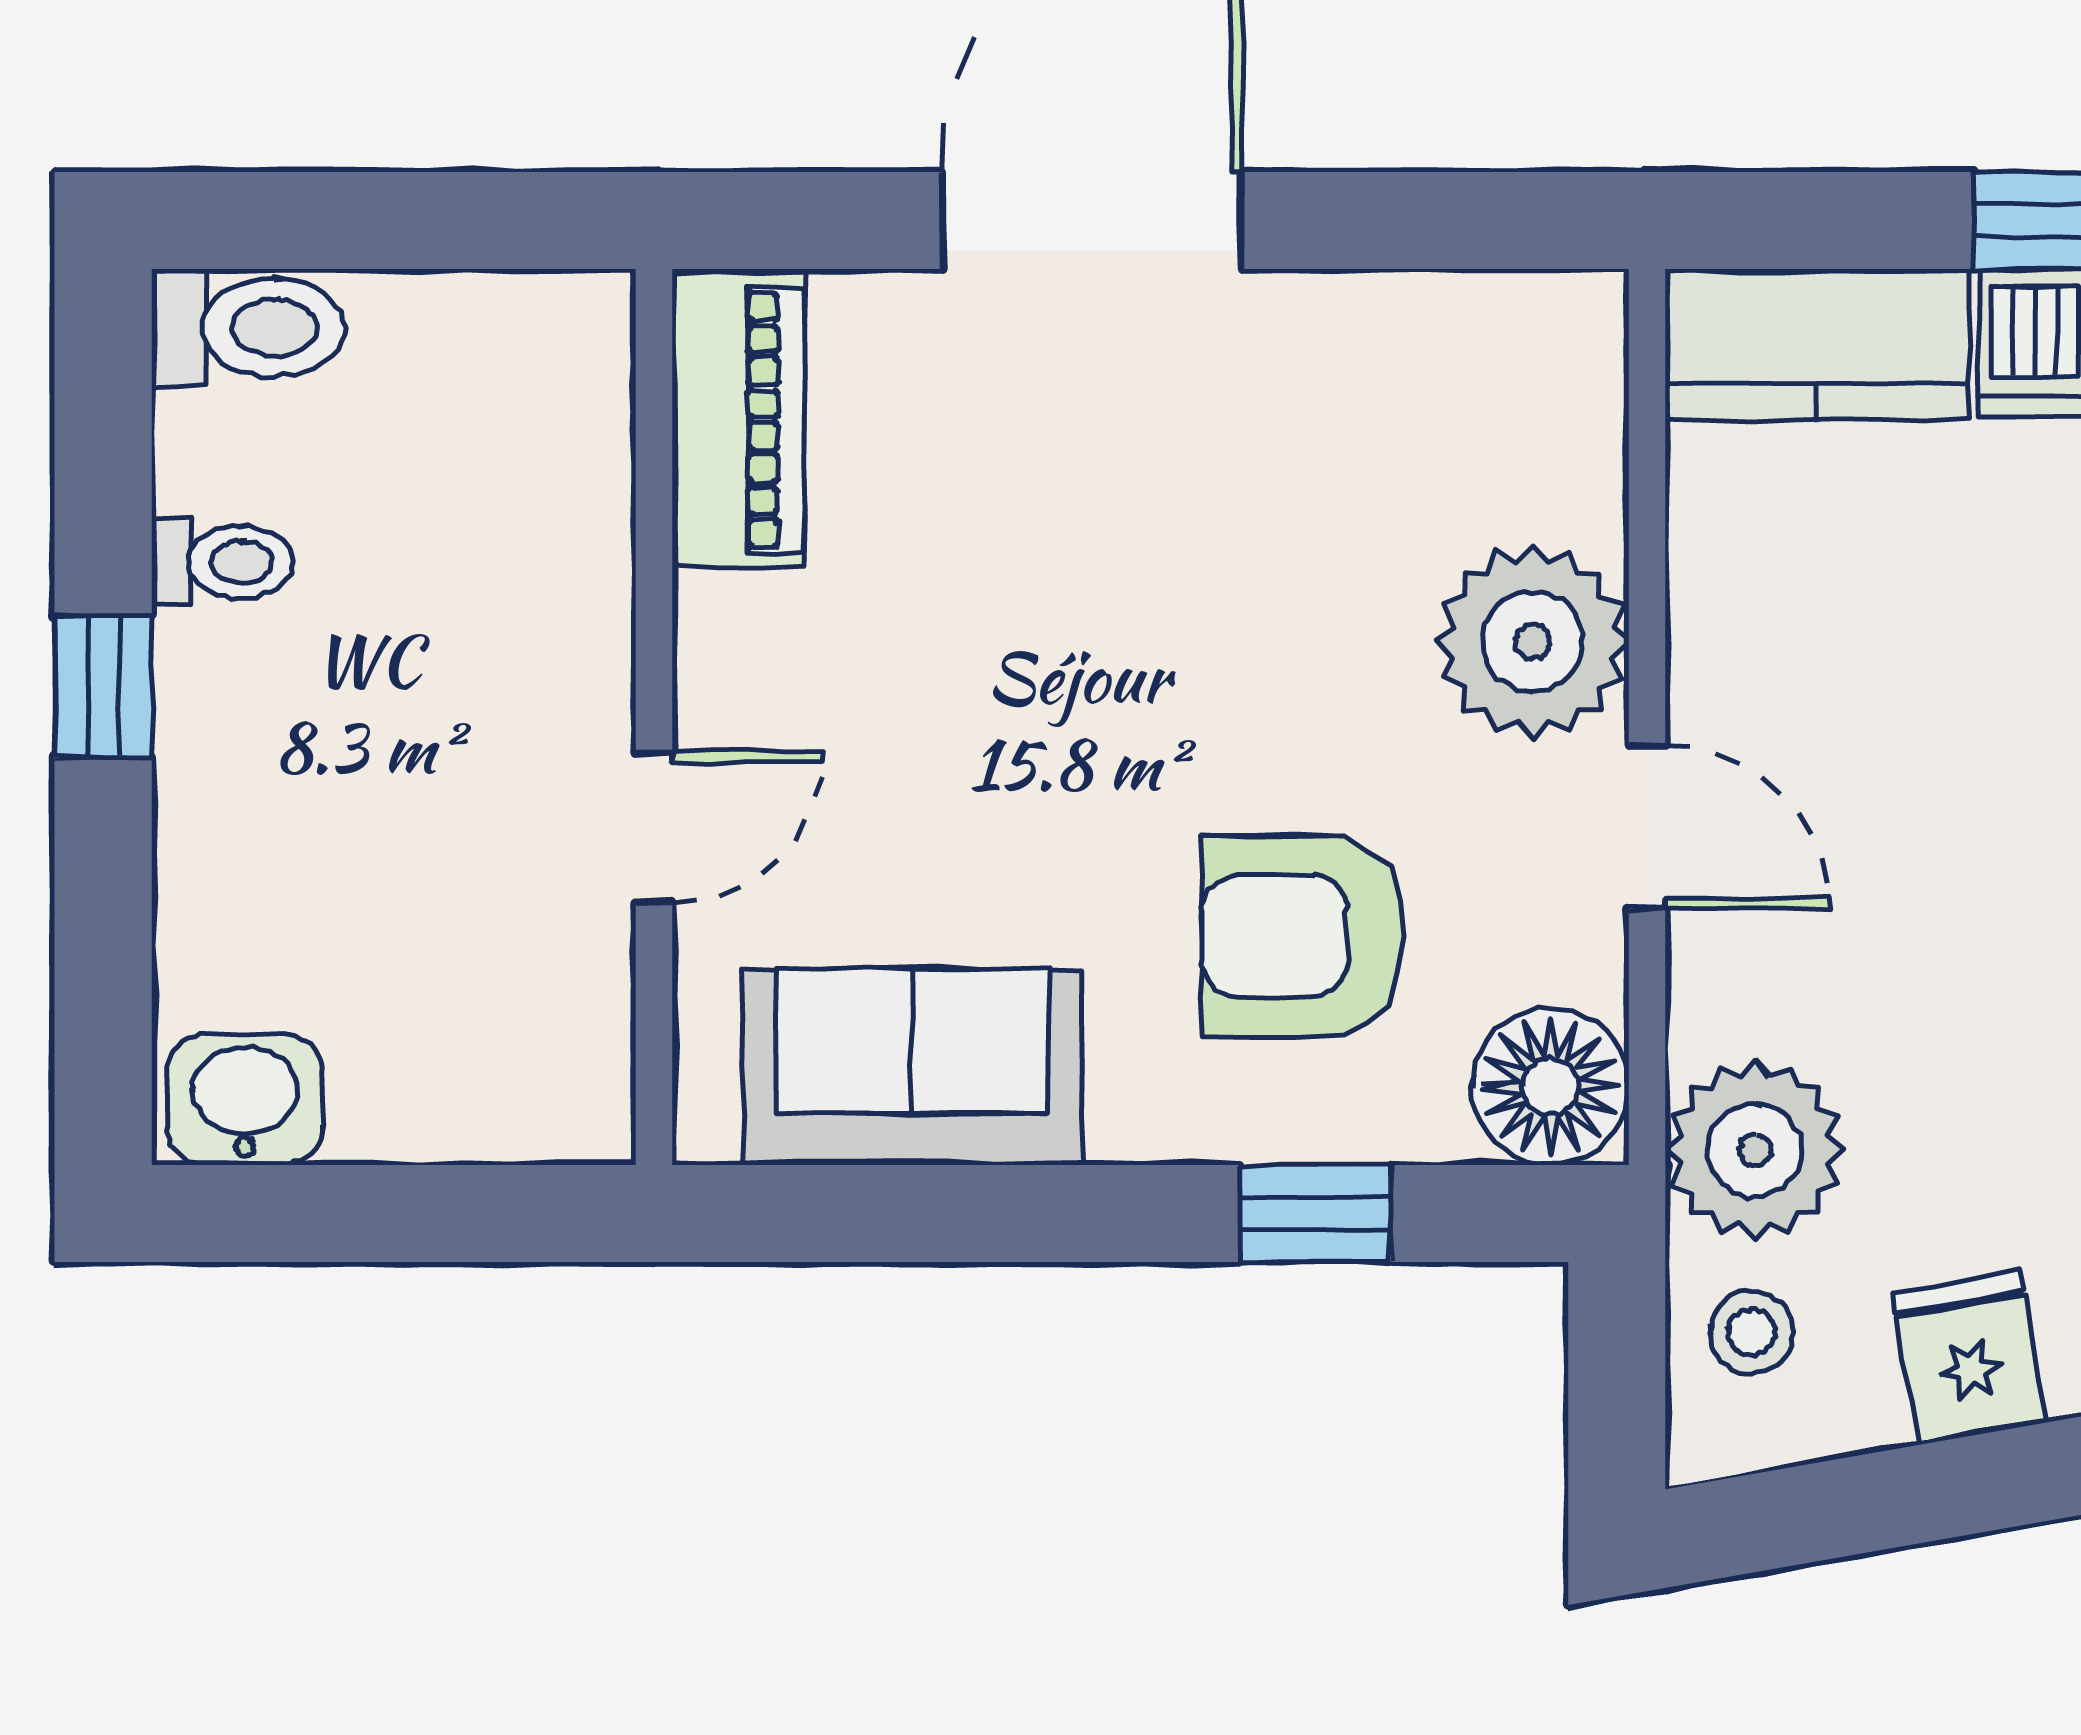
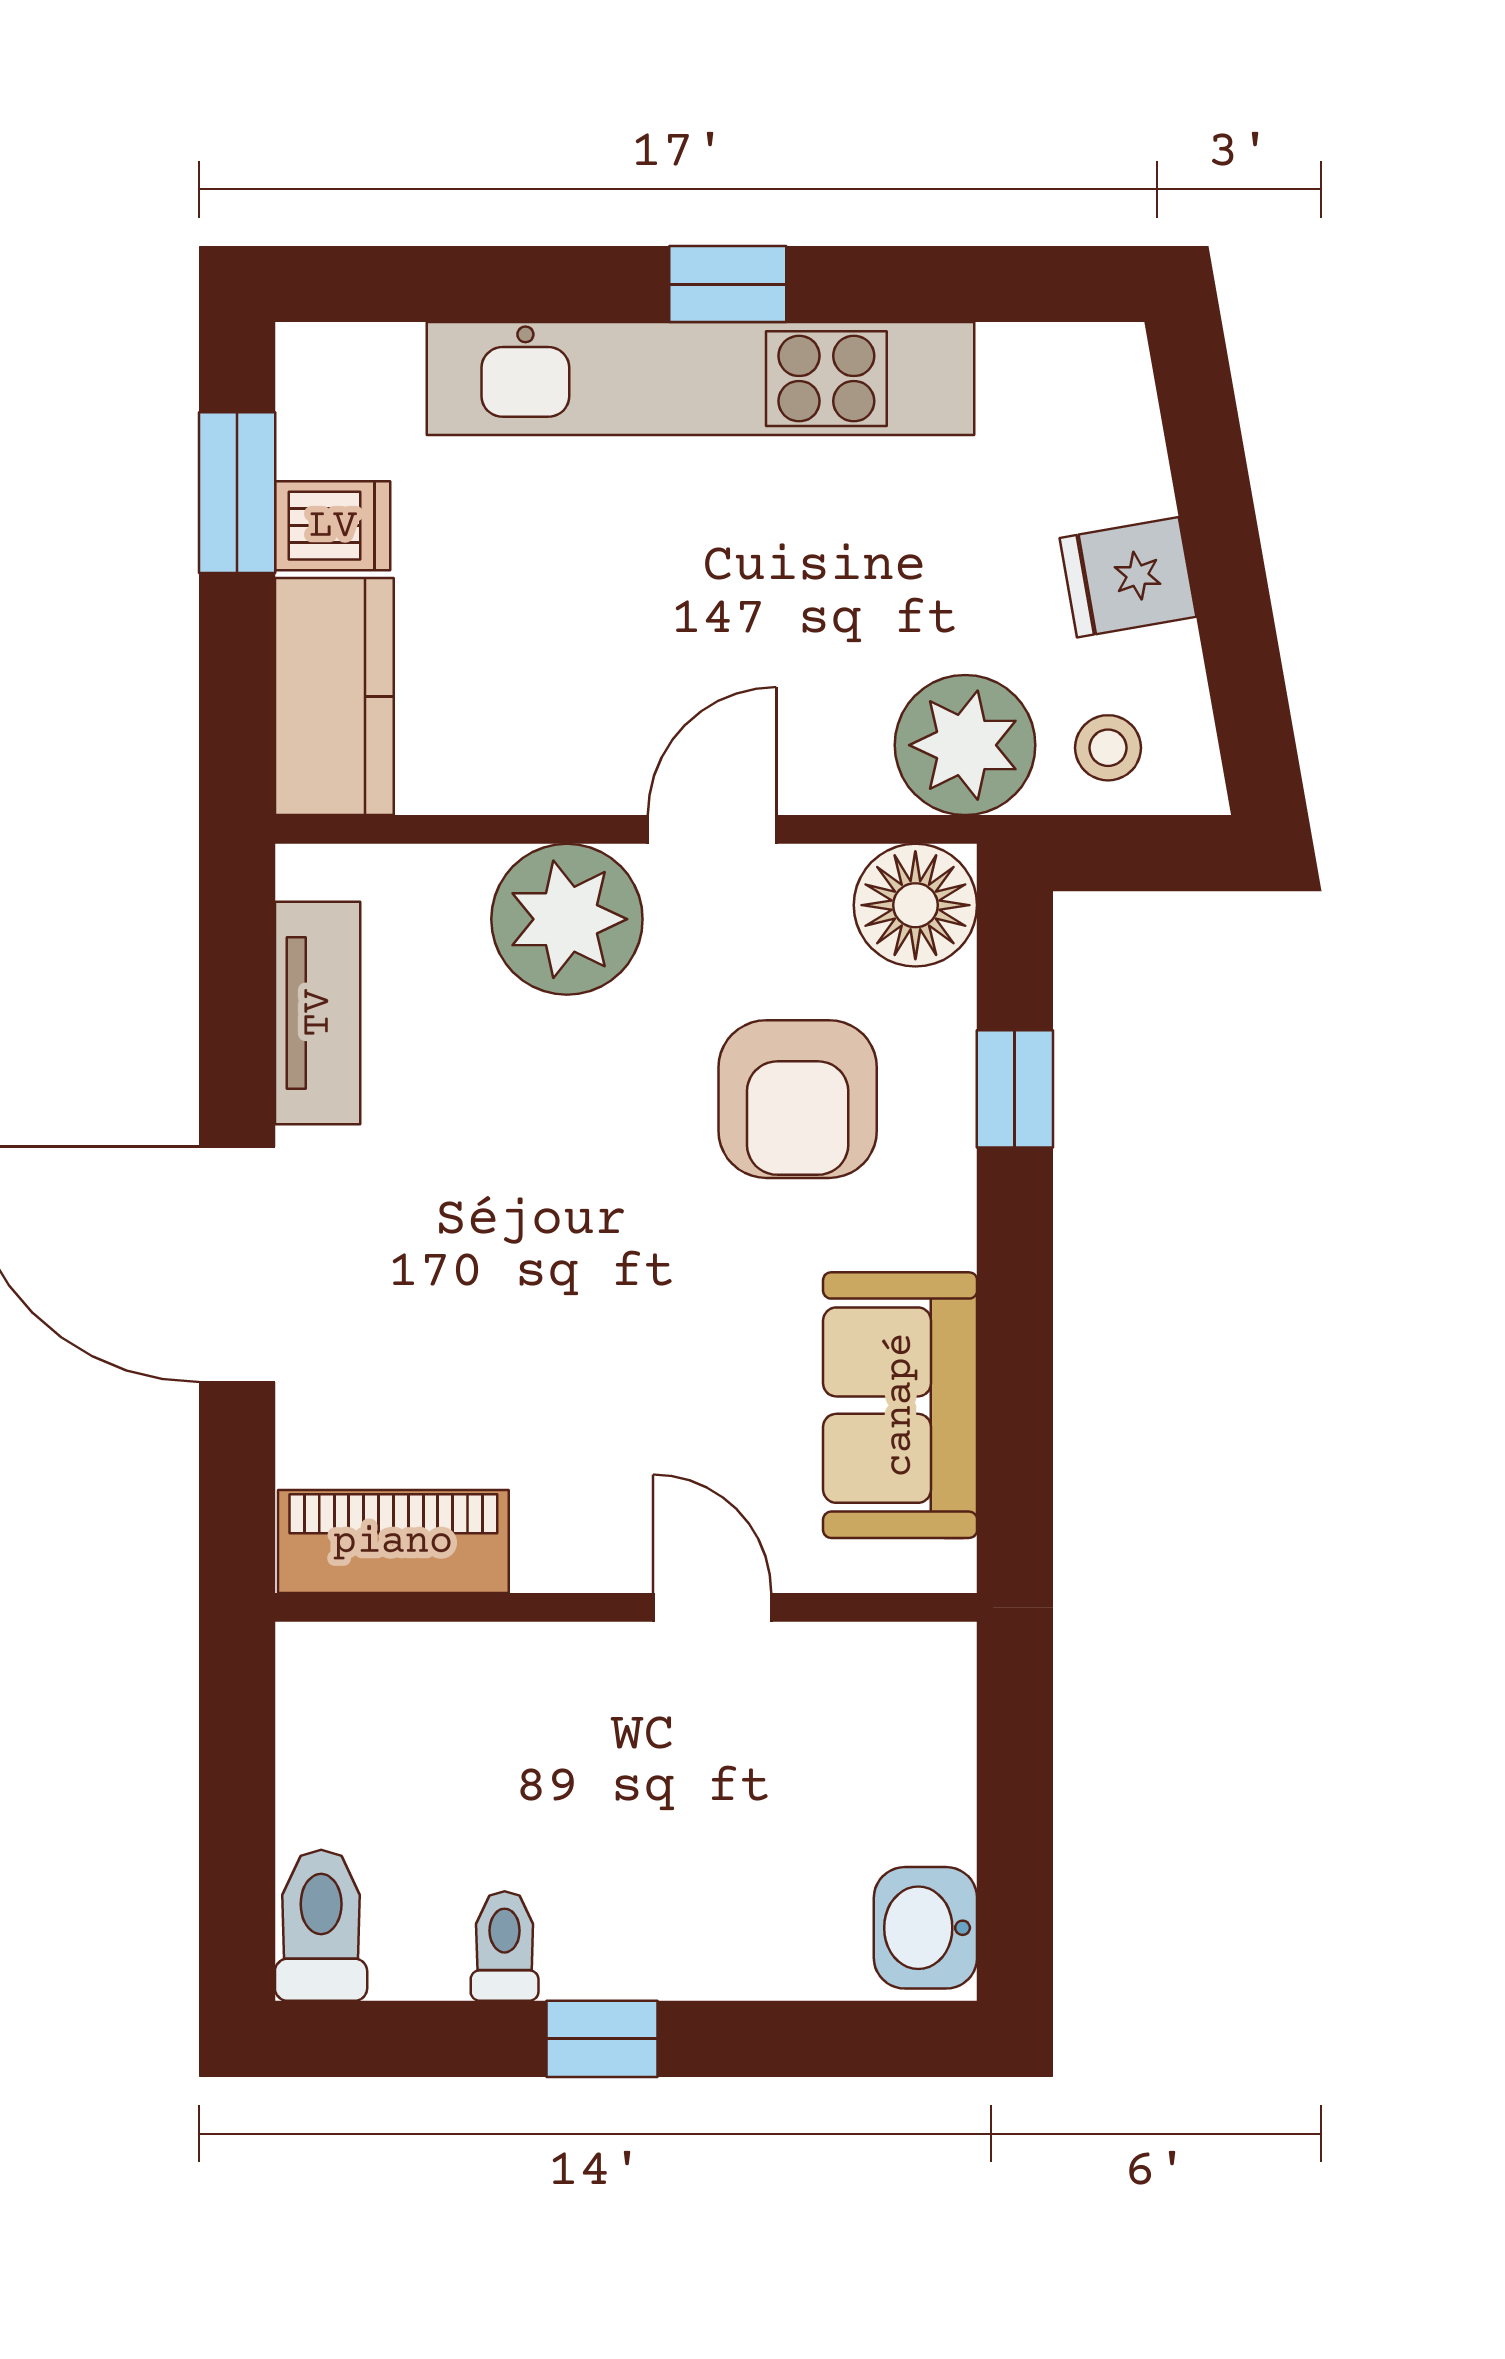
tv unit: (1413, 323) -> (318, 1013), added

